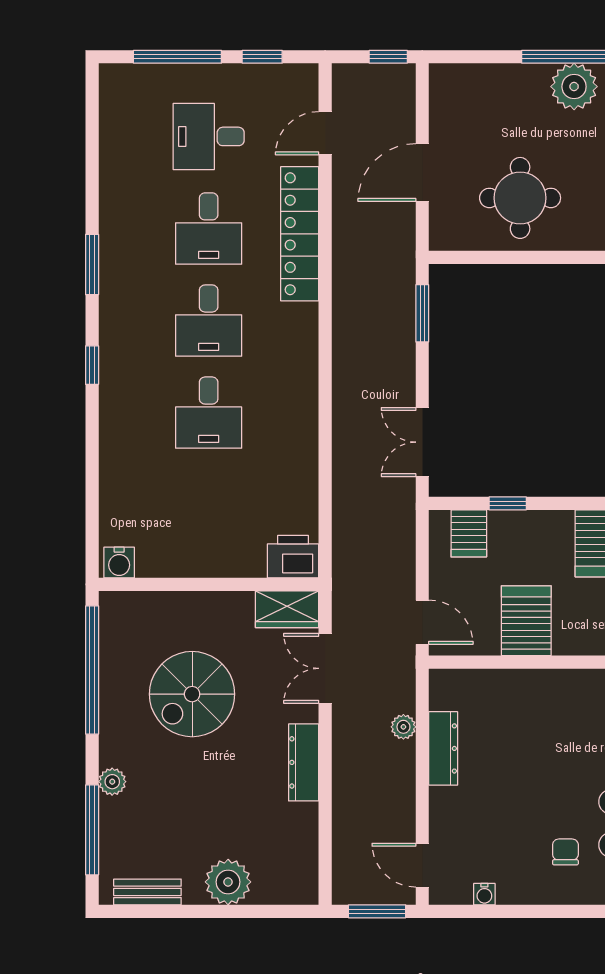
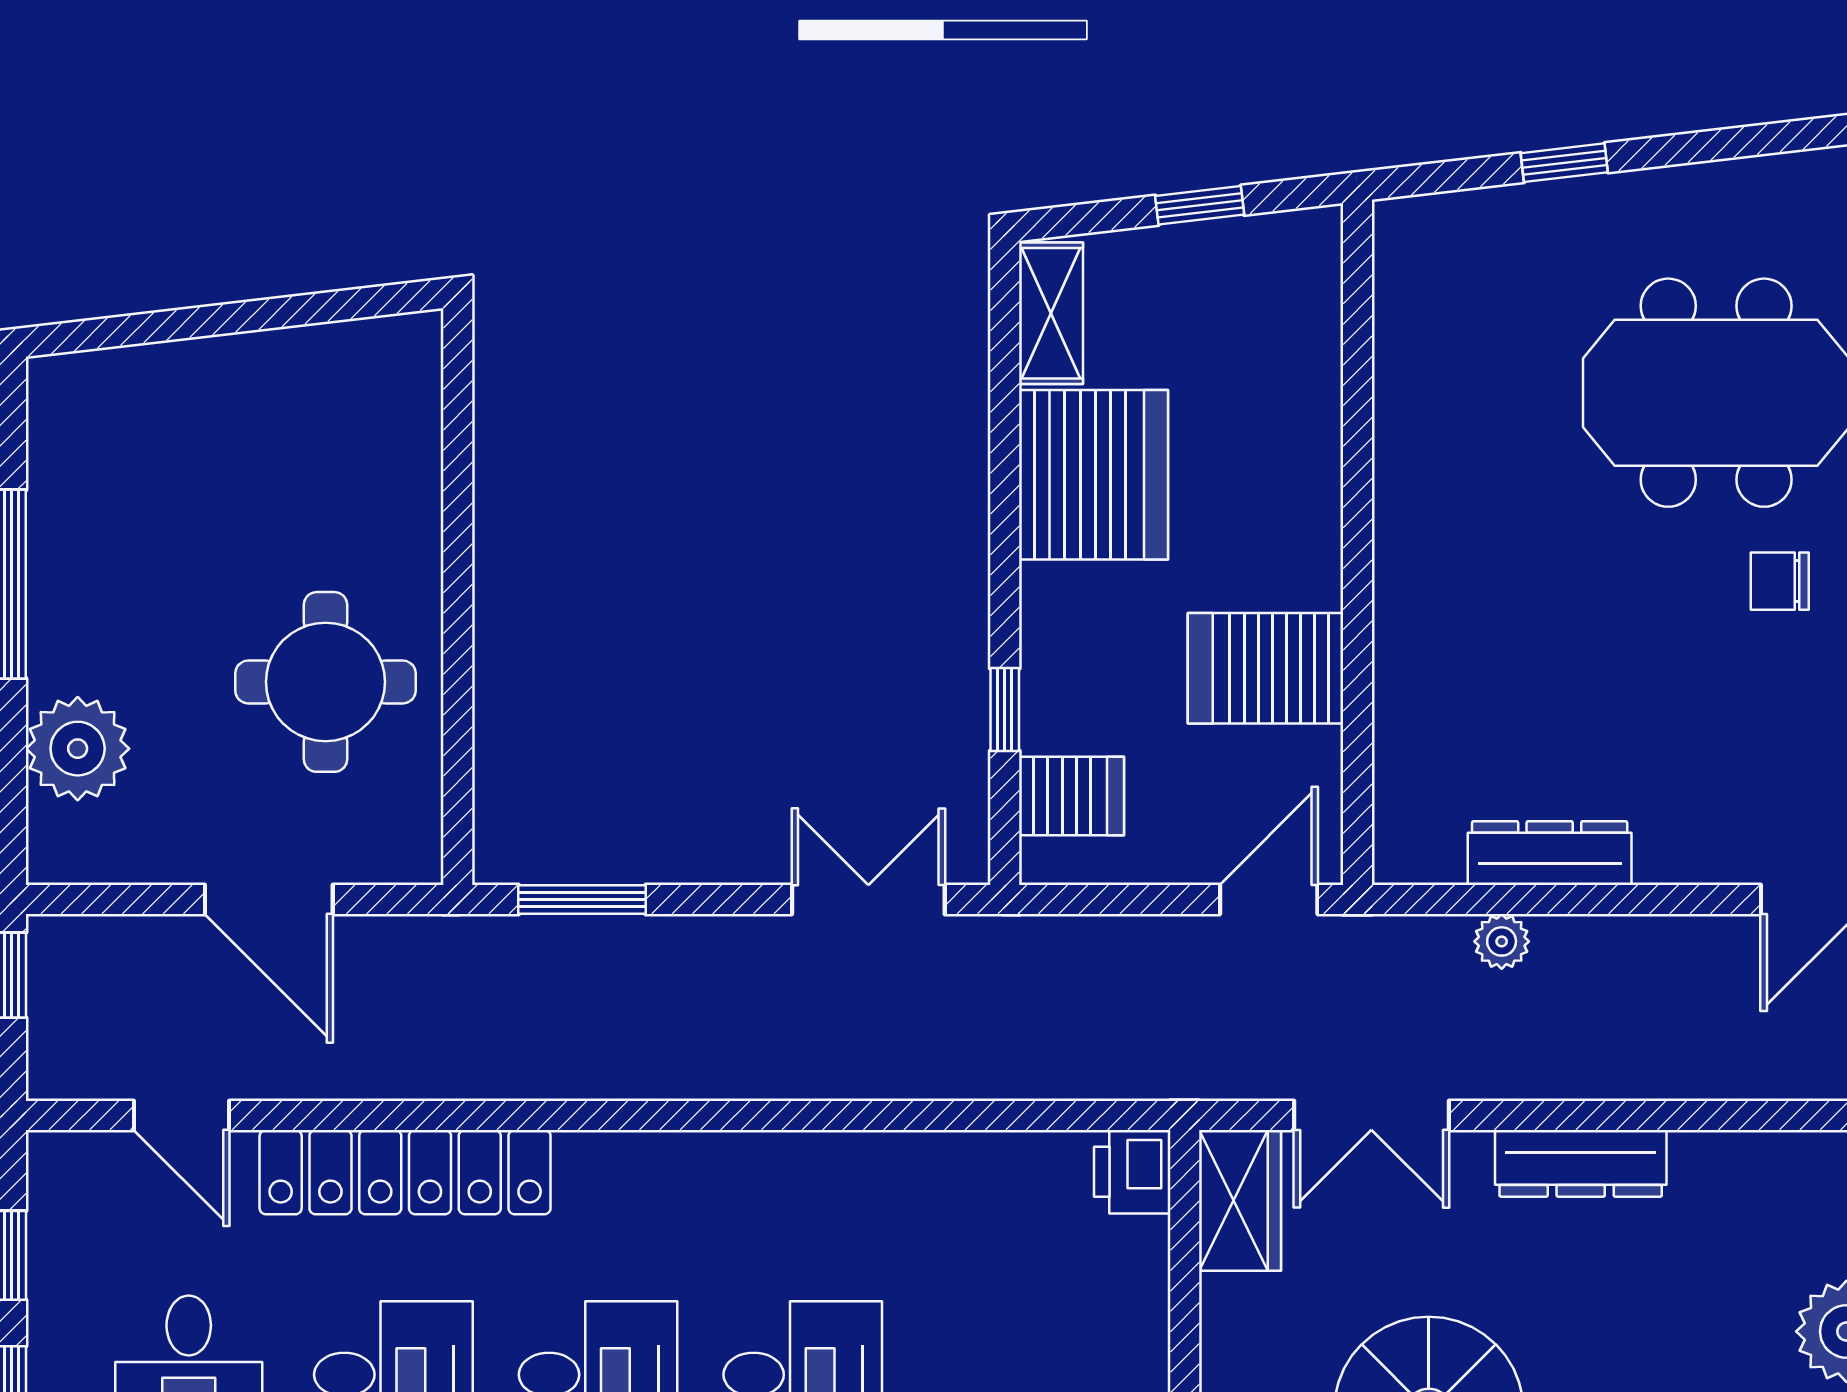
plant: (574, 87) -> (78, 749), moved
double door: (422, 442) -> (868, 900), swing flipped
printer: (293, 557) -> (1132, 1172), width x0.73, depth x0.81

